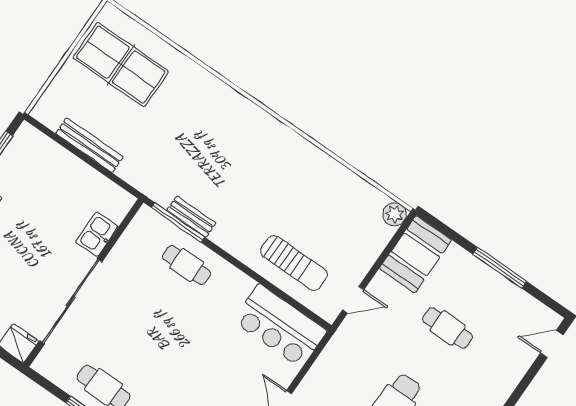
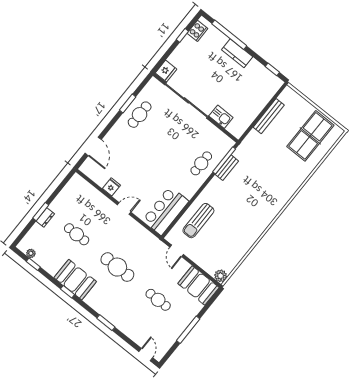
cafe table: (448, 328) -> (158, 300), turned 90

